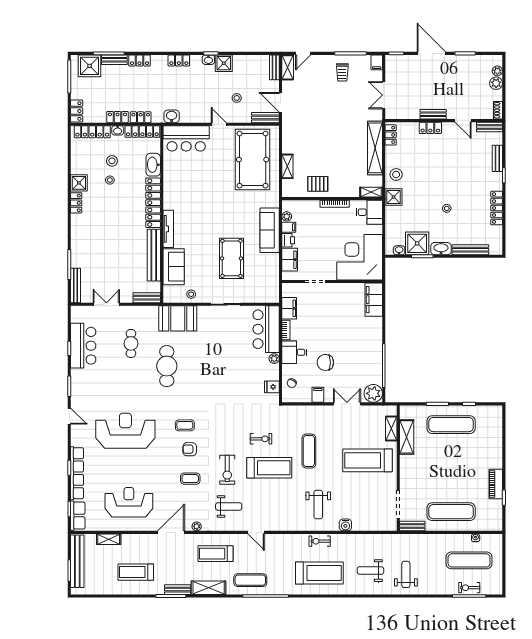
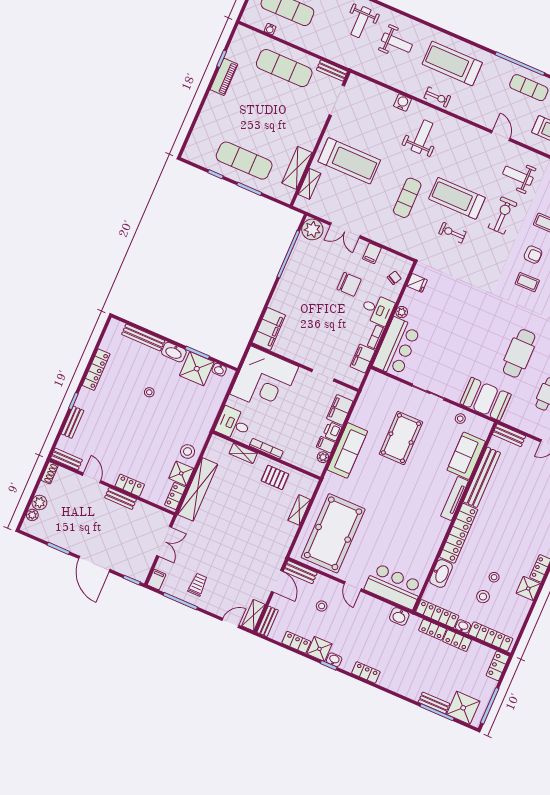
locker: (140, 61) -> (296, 642), moved
shelving: (371, 192) -> (243, 453), moved
shower: (394, 197) -> (181, 473), moved

